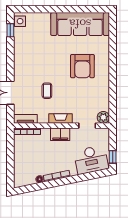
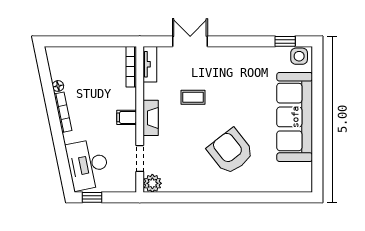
sofa: (80, 24) -> (295, 117), moved
armchair: (82, 66) -> (231, 151), turned 52
filing cabinet: (60, 134) -> (127, 117), width x0.50

